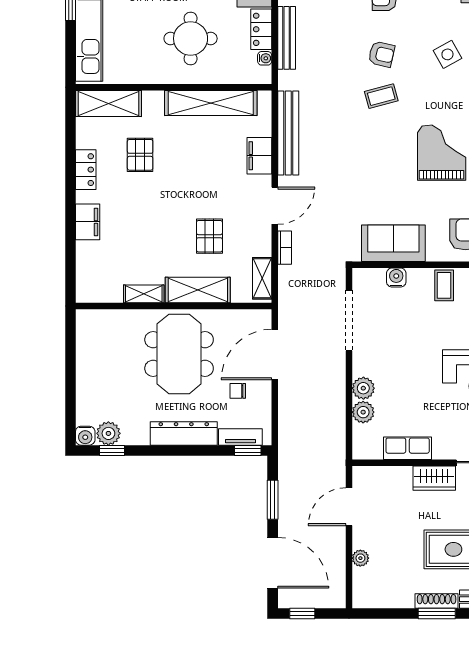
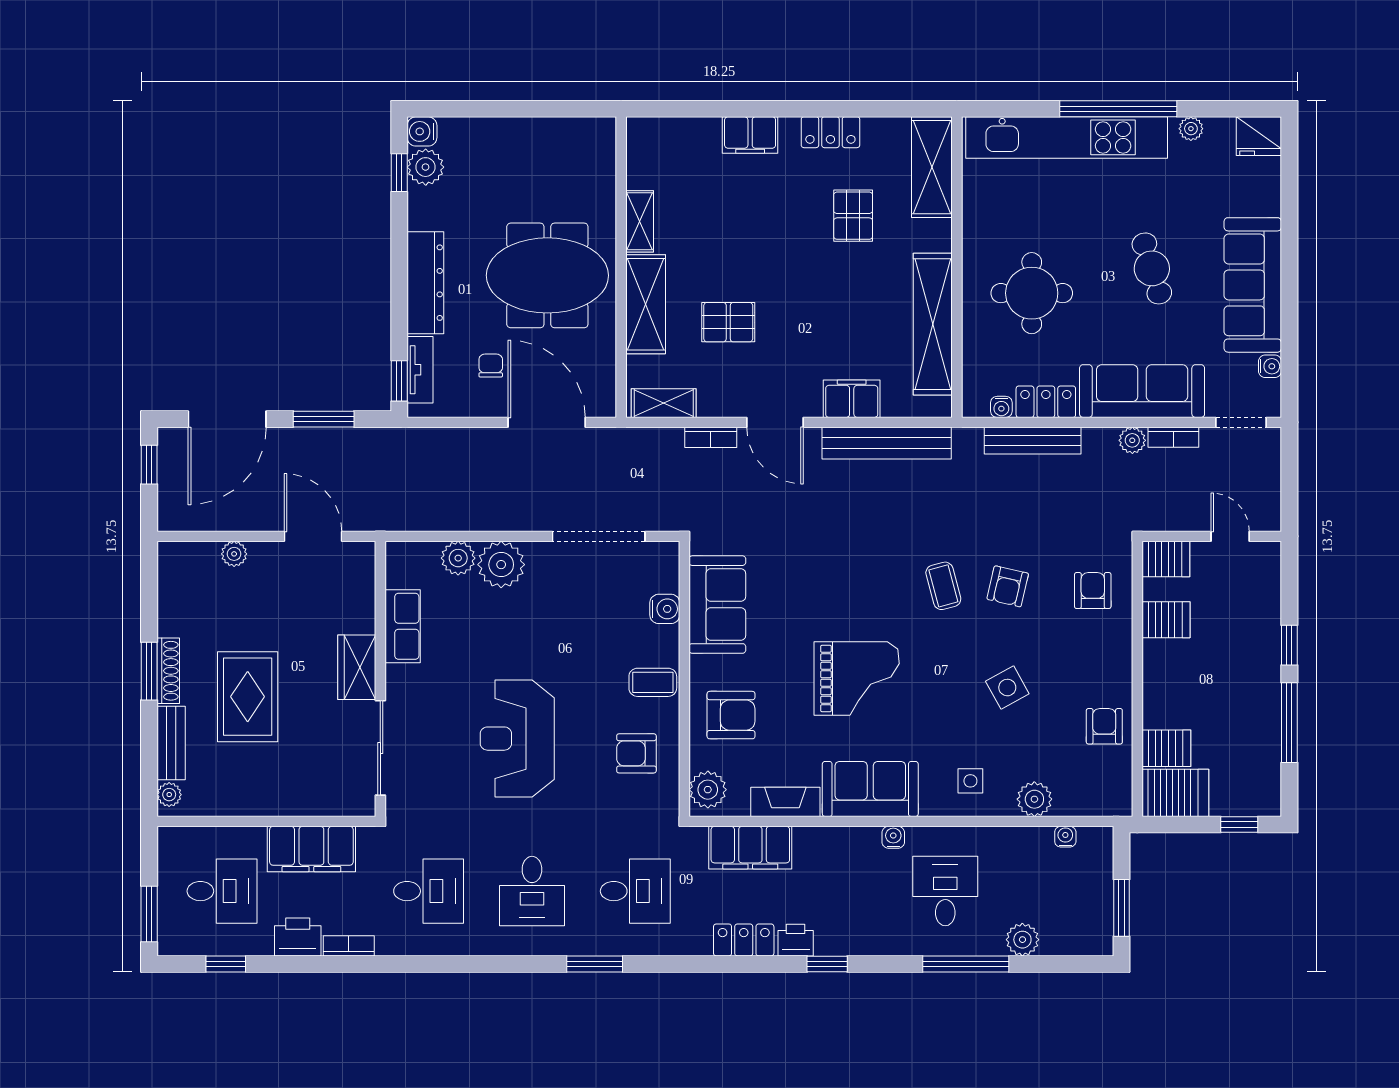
pallet: (140, 155) -> (853, 216), turned 90
plant: (363, 388) -> (501, 565), width x1.36, depth x1.36

